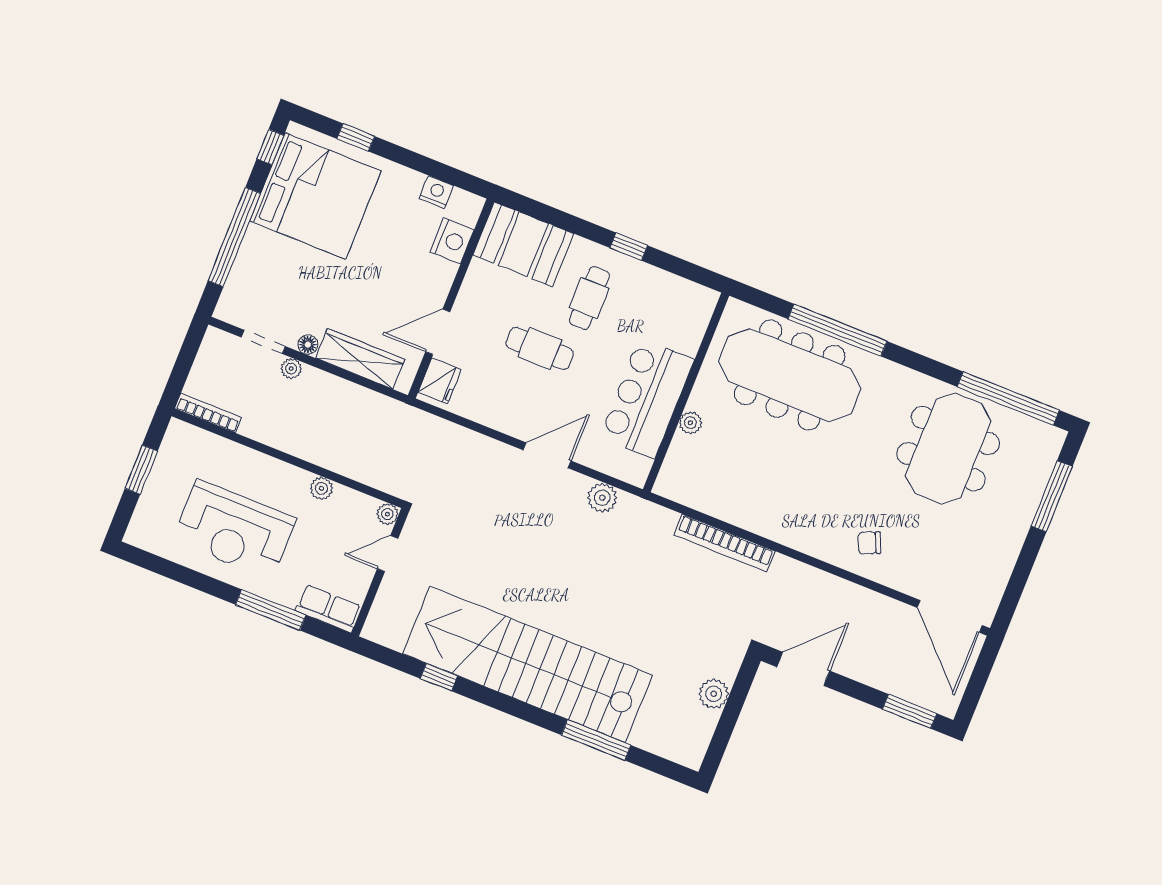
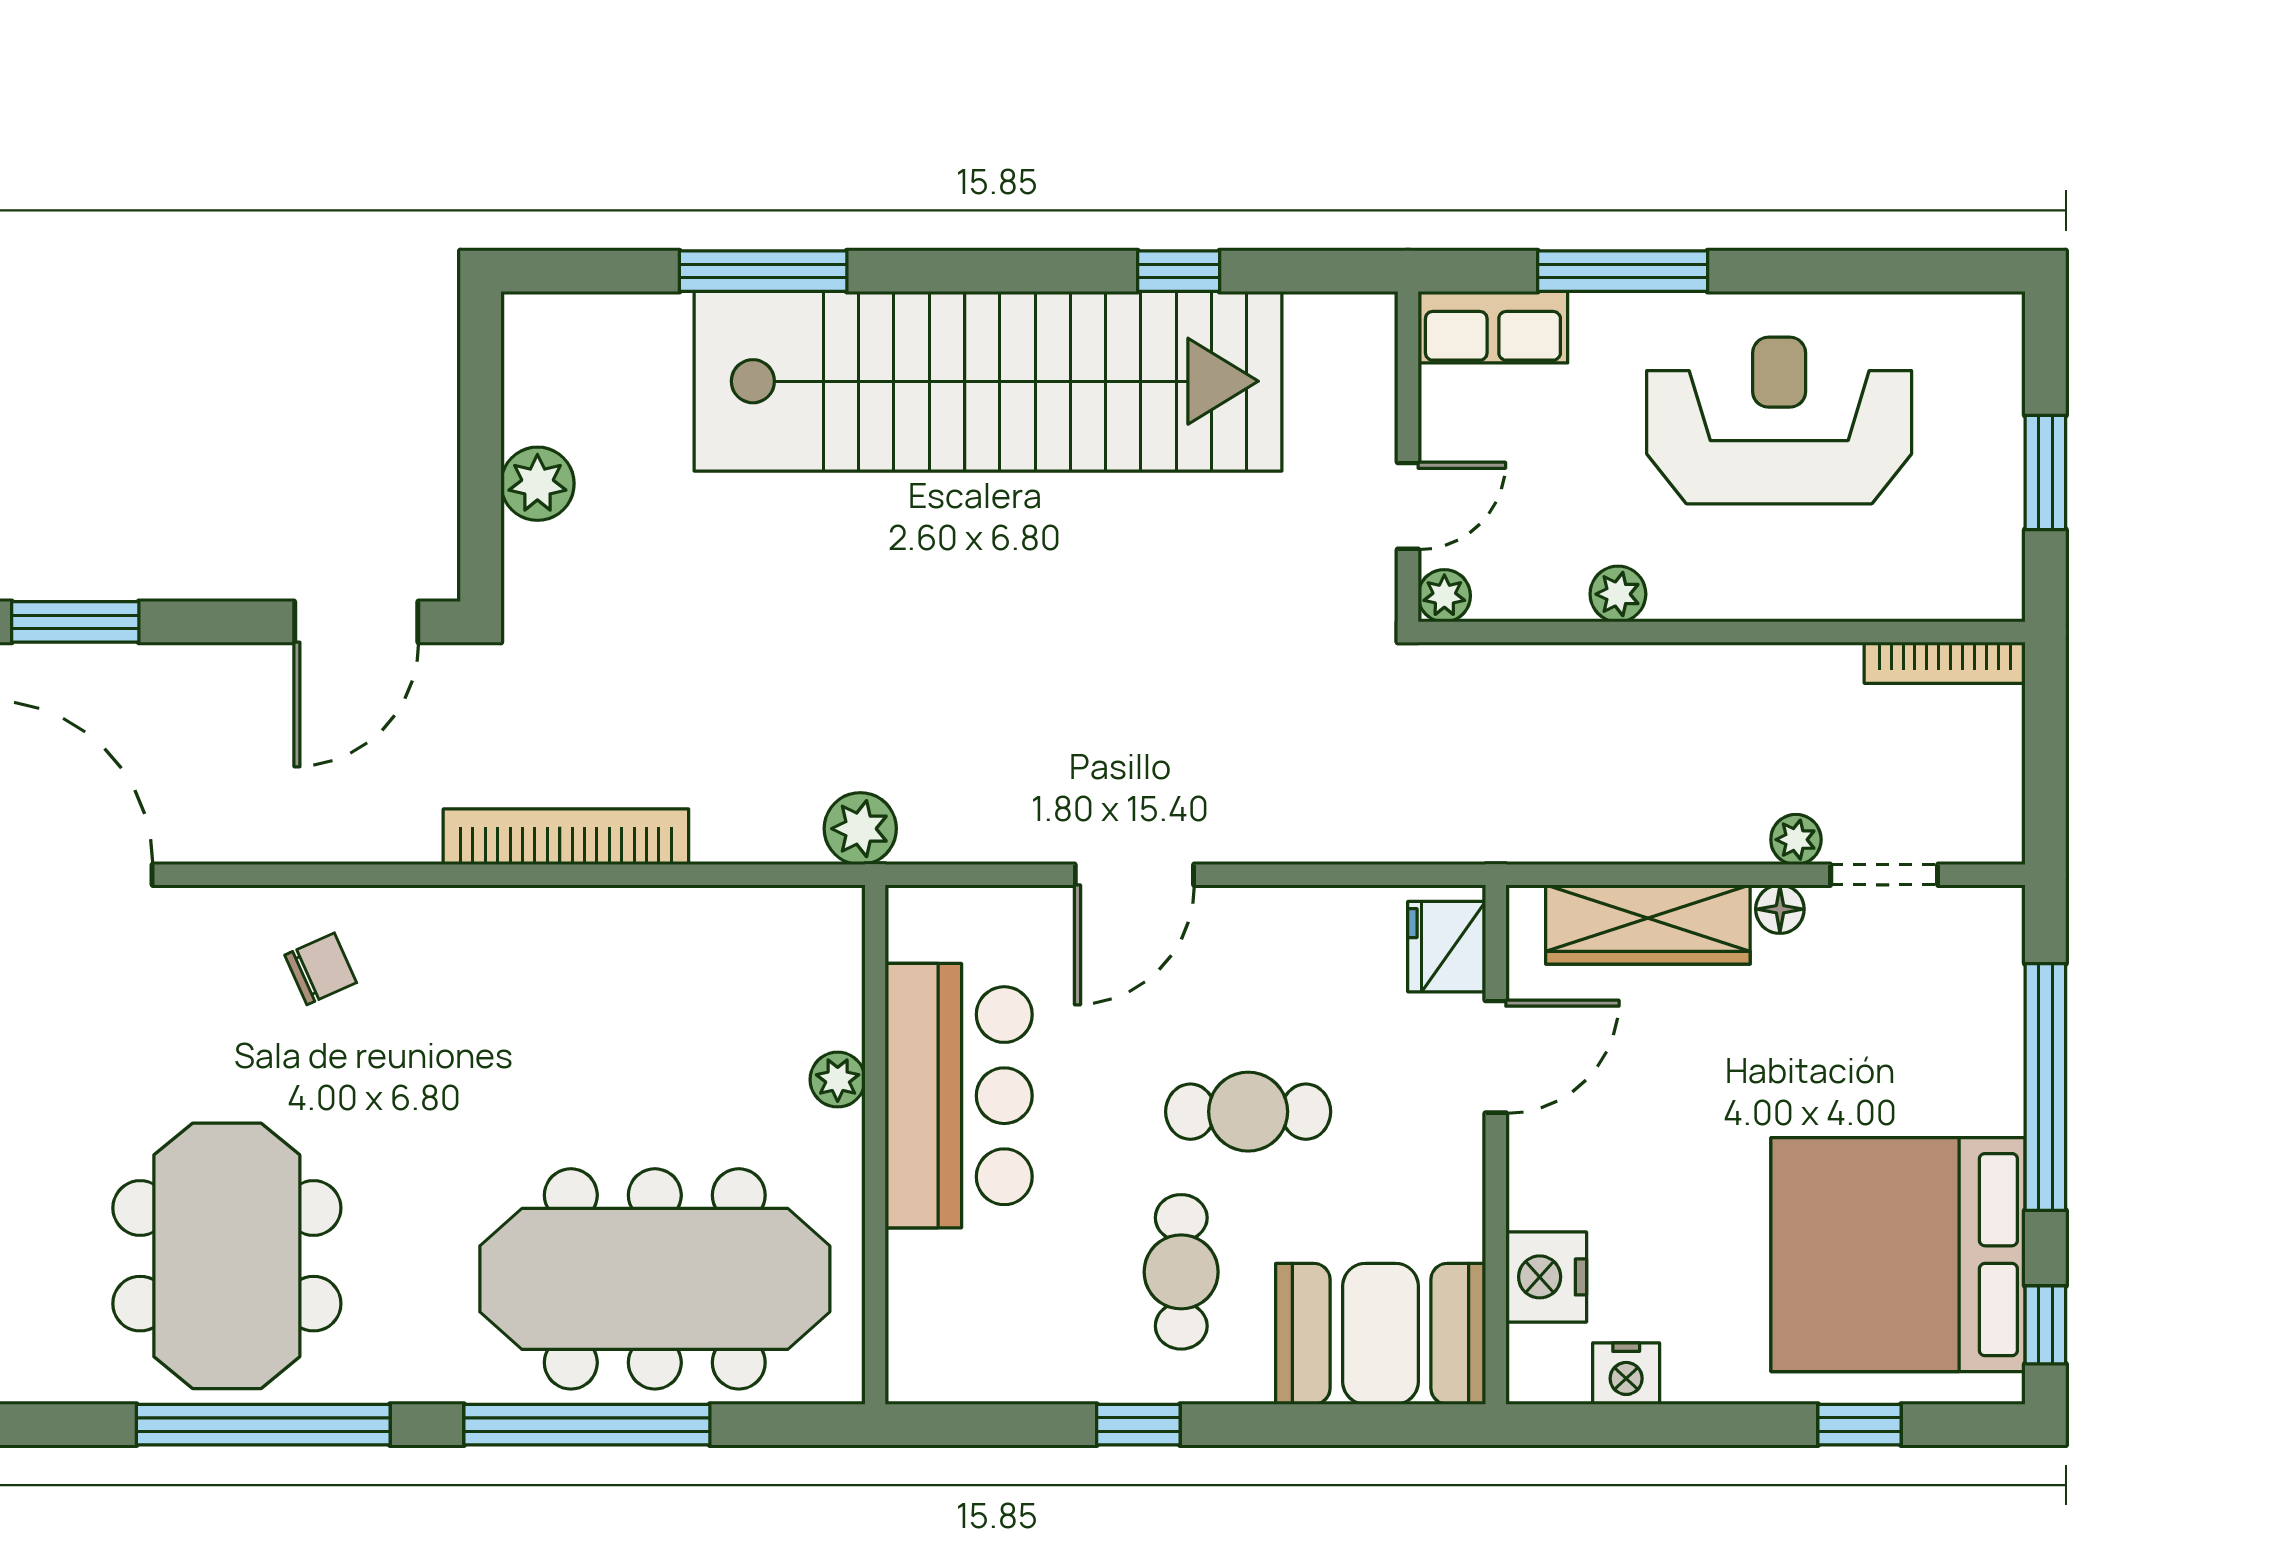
window: (1008, 398) -> (263, 1425), moved
plant: (602, 498) -> (860, 829), moved
bookcase: (725, 543) -> (566, 837), moved

